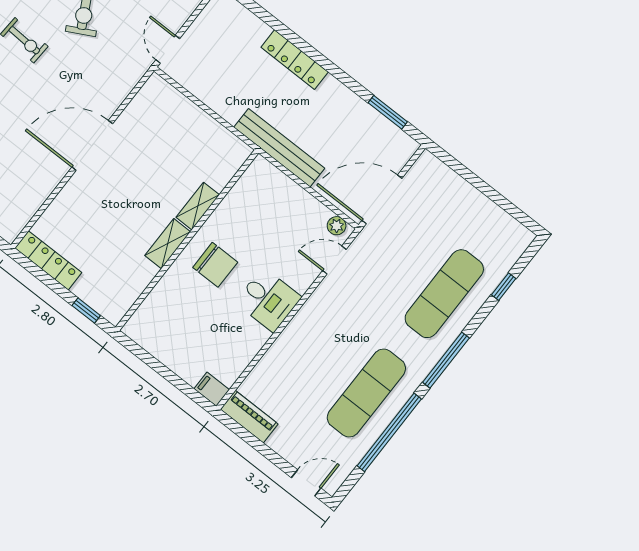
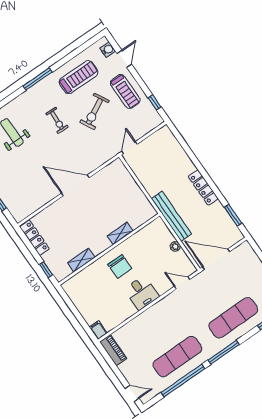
locker: (295, 60) -> (203, 188), moved
plant: (337, 226) -> (175, 246), moved
shelving: (168, 244) -> (81, 260), moved

